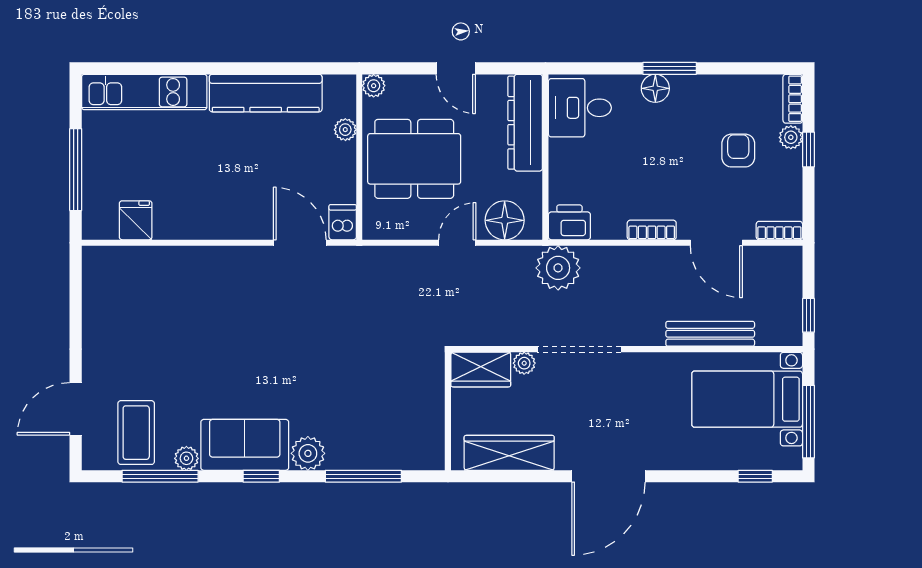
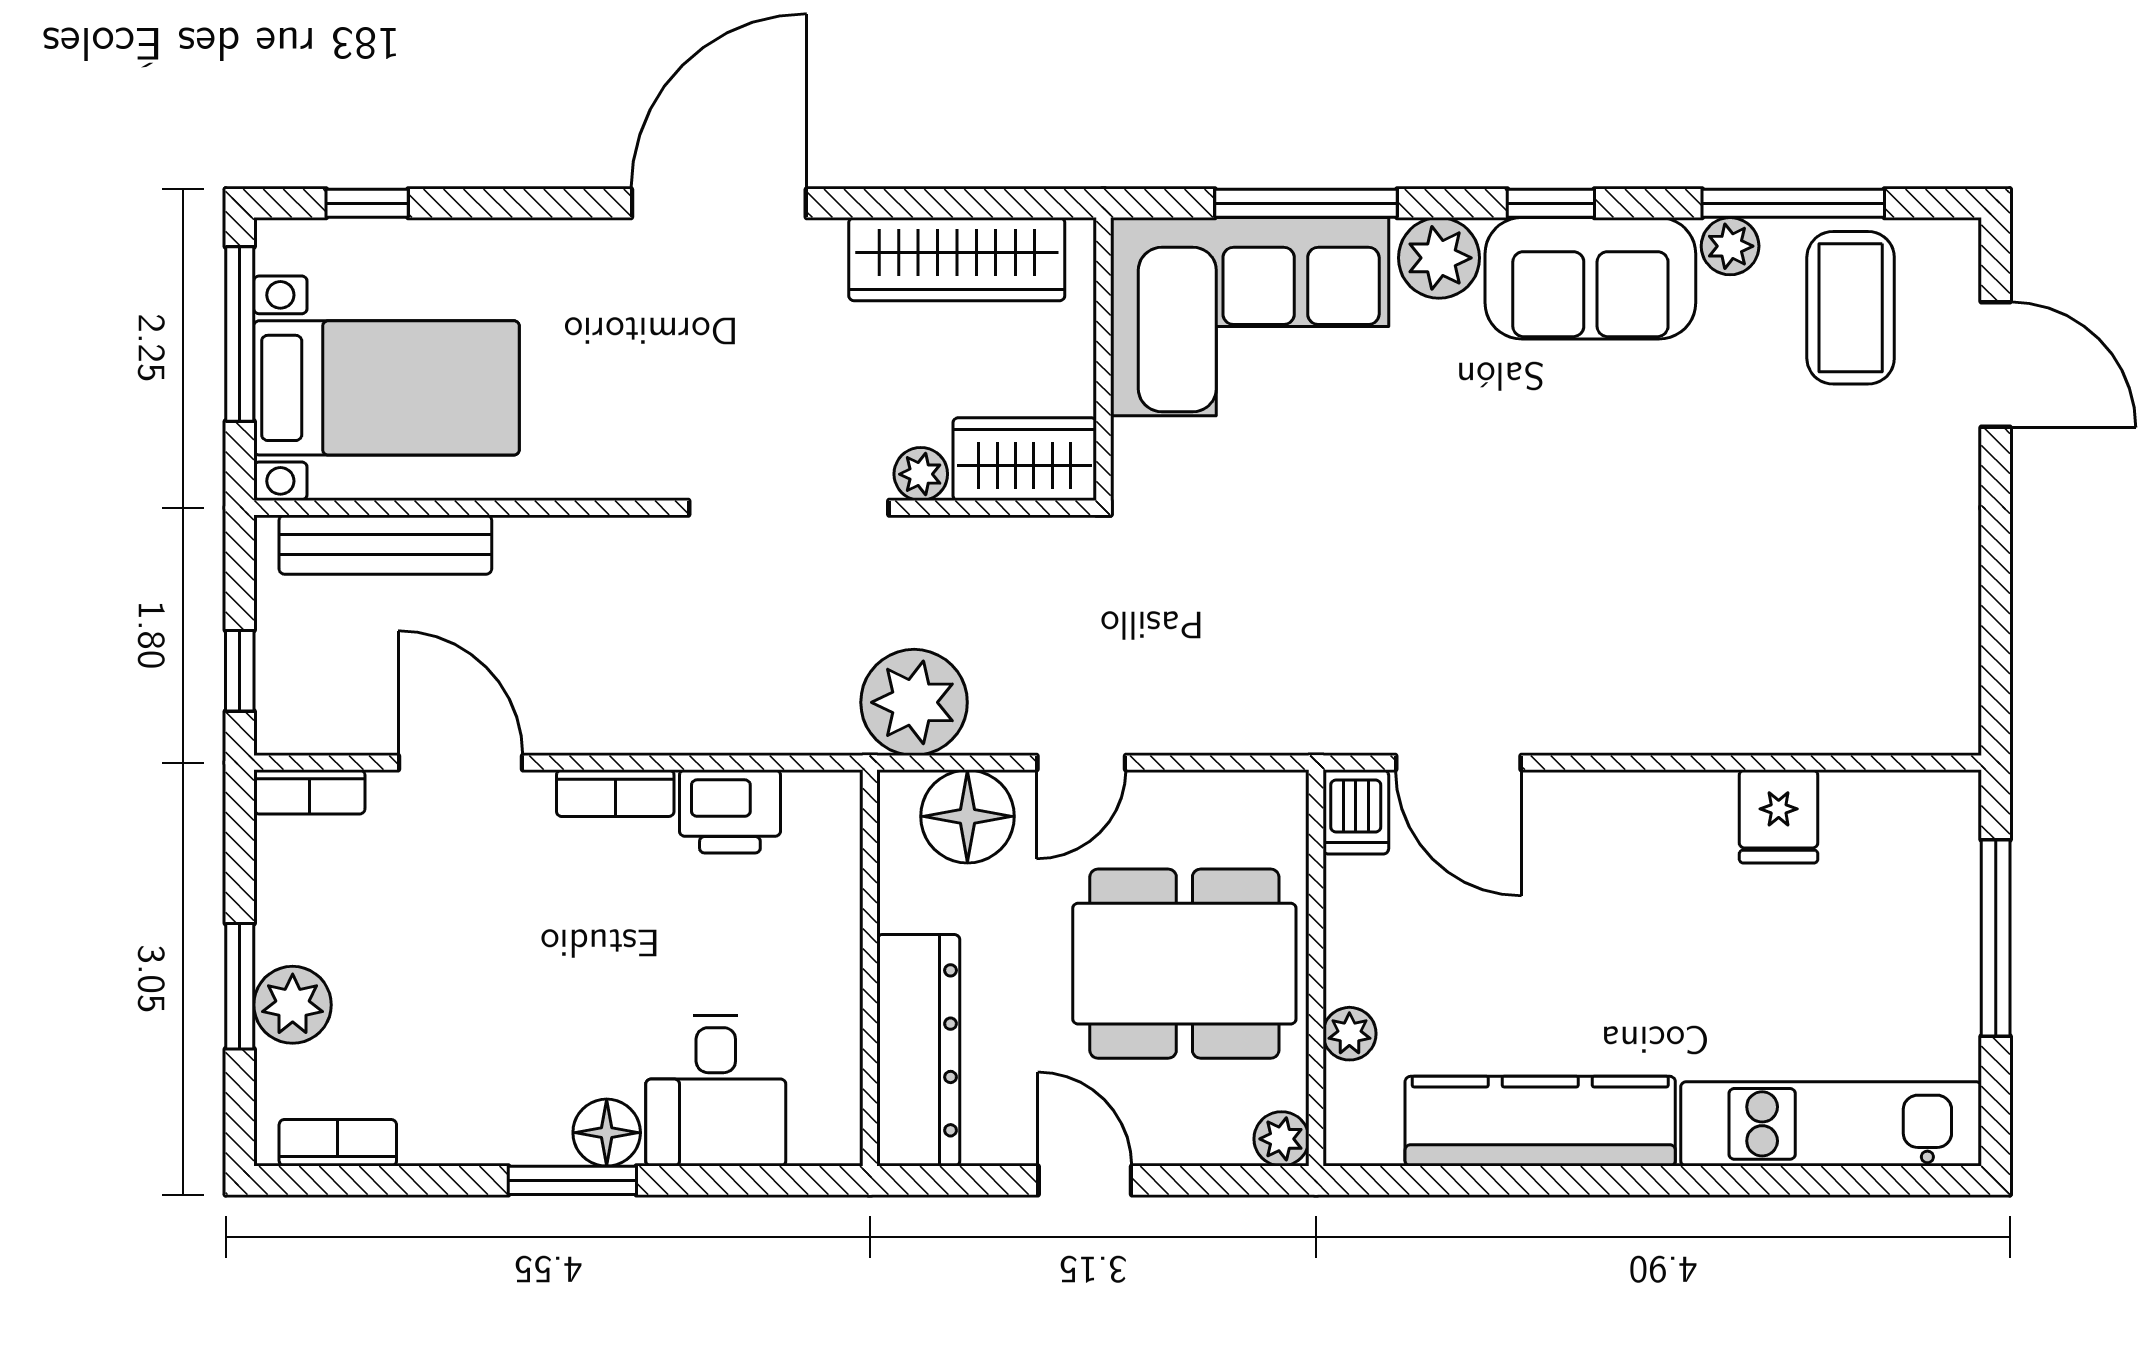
bookcase: (793, 99) -> (338, 1143), moved, turned -90
desk: (580, 108) -> (716, 1091), moved, turned 90
plant: (791, 137) -> (293, 1005), width x1.38, depth x1.38
window: (808, 149) -> (240, 986), width x1.50
armchair: (738, 151) -> (408, 984), removed
fridge: (136, 220) -> (1779, 816), moved
printer: (569, 222) -> (730, 811), moved
plant: (558, 268) -> (914, 702), moved
window: (808, 315) -> (240, 671), moved
bench: (710, 334) -> (385, 545), moved
door: (76, 409) -> (1996, 365), hinge flipped
corner sofa: (387, 429) -> (1250, 317), added

